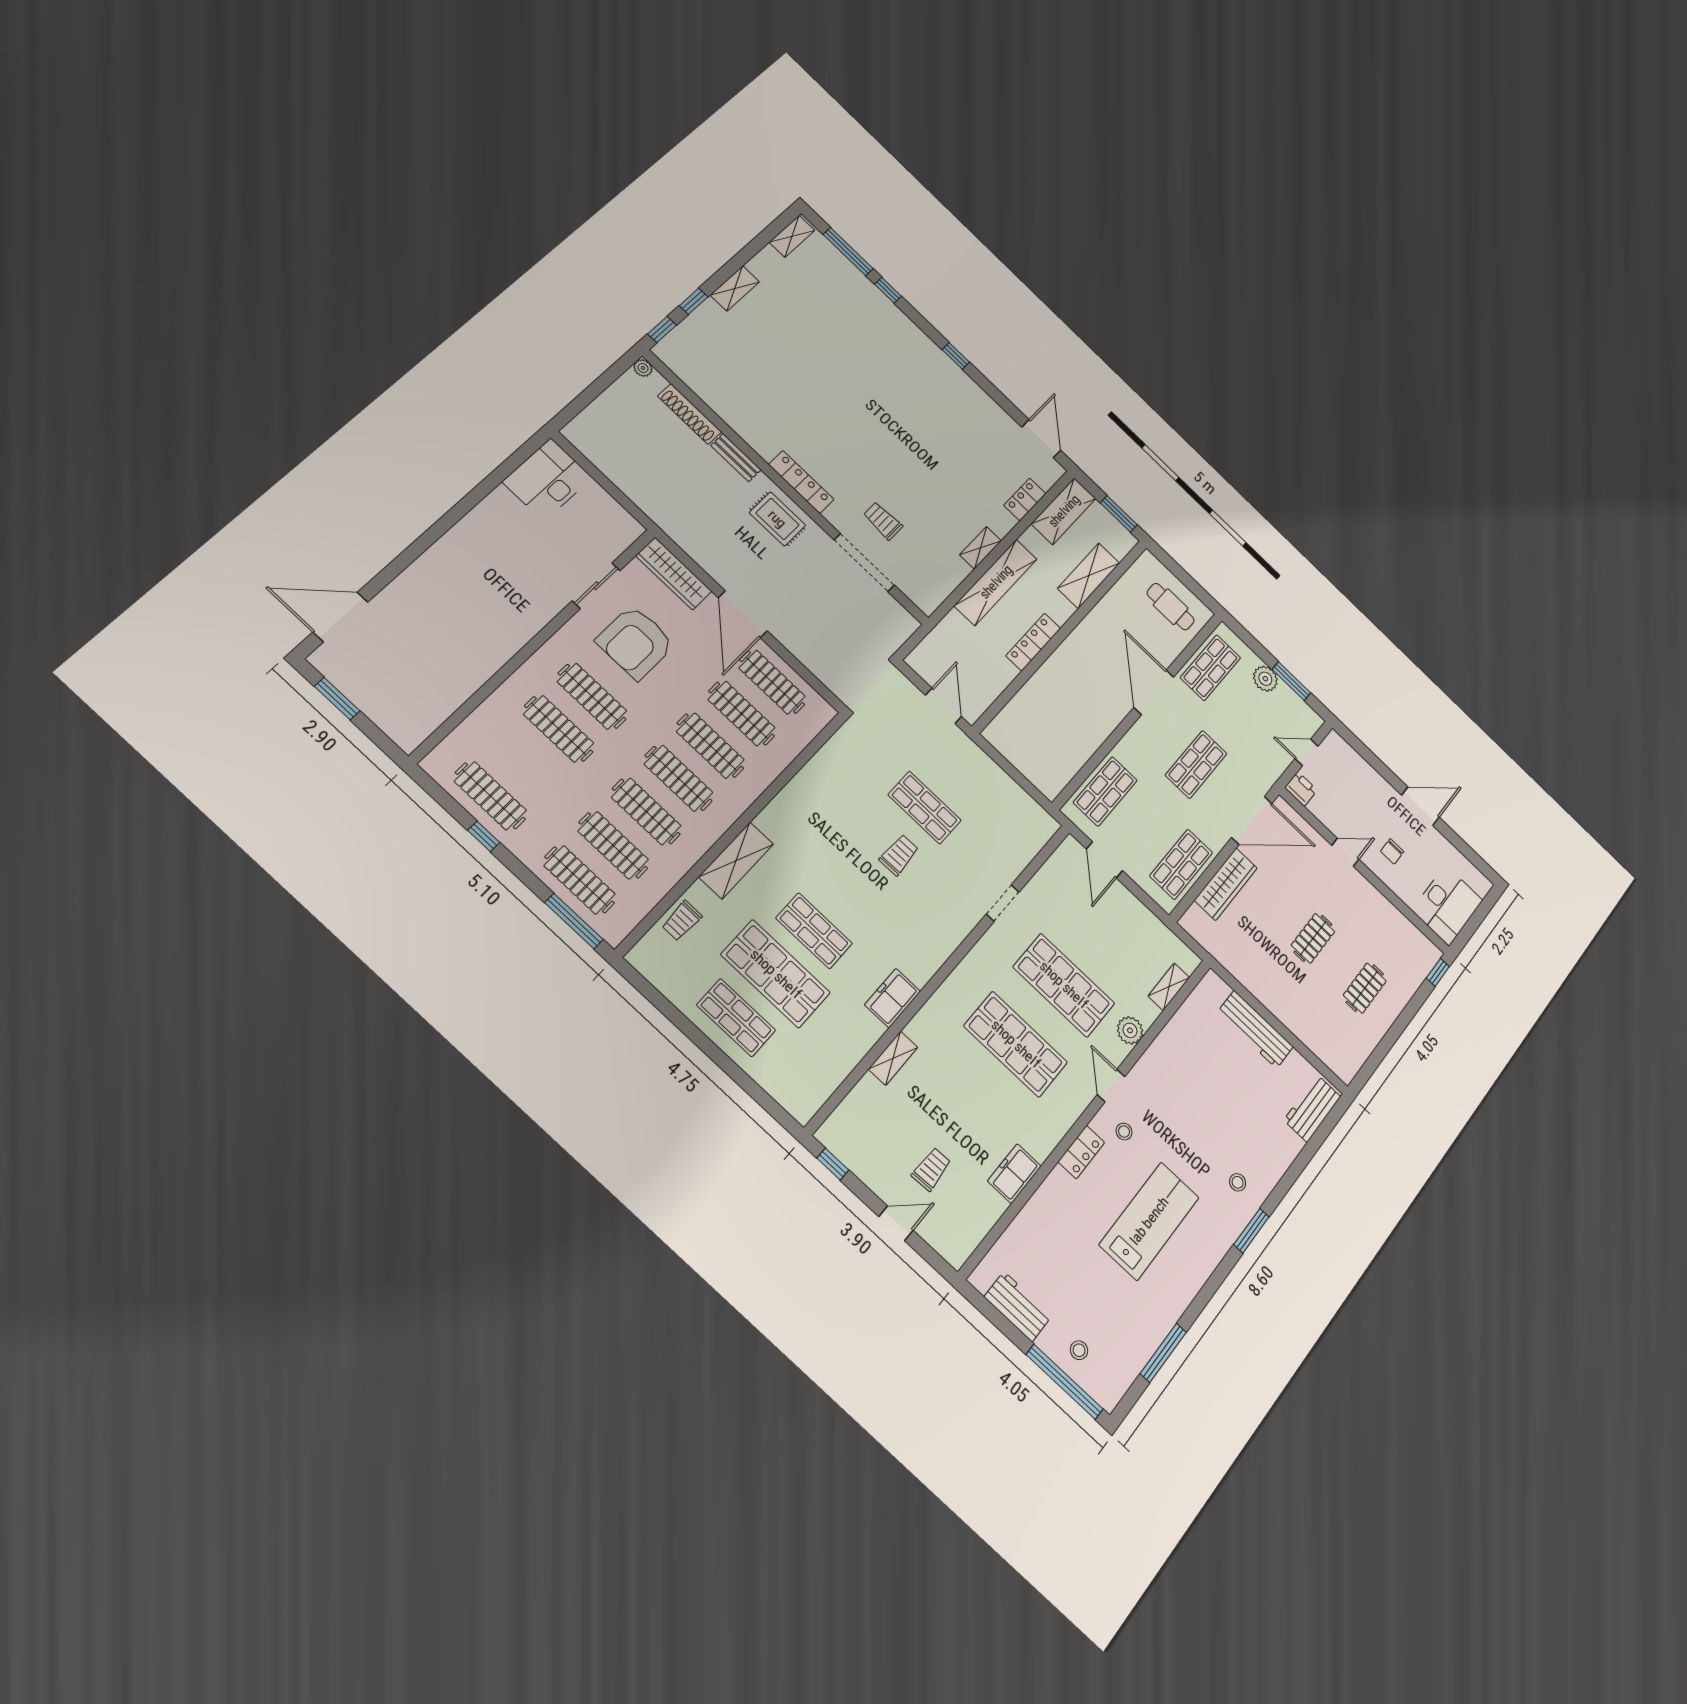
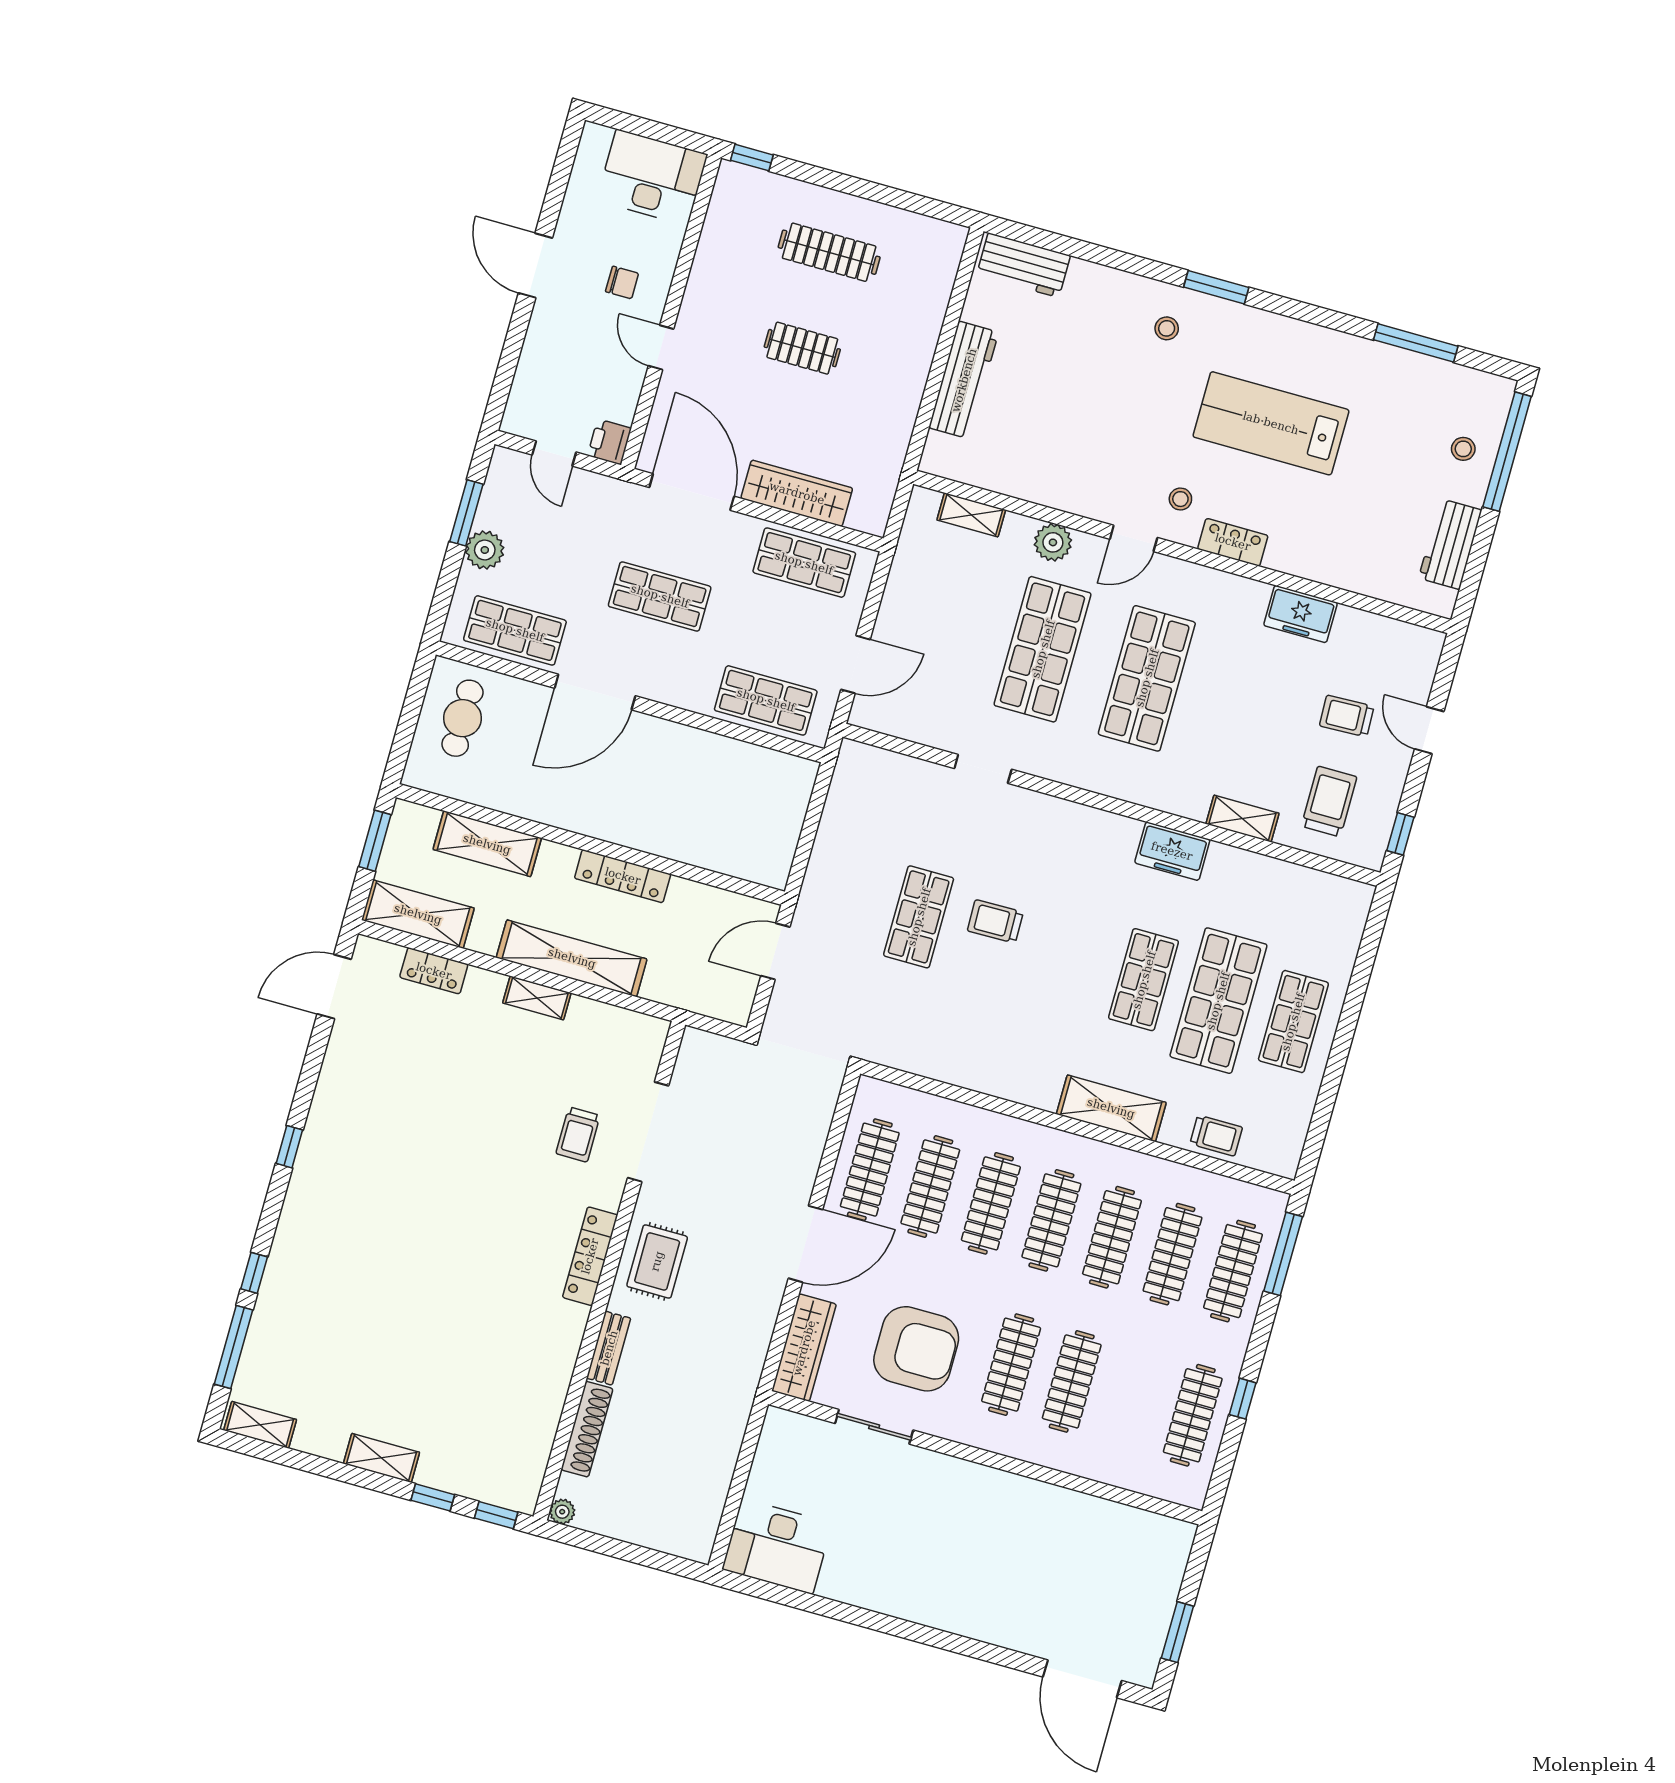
clothes rail: (1365, 988) -> (829, 252), width x1.36
trolley: (878, 1125) -> (1329, 801), added

